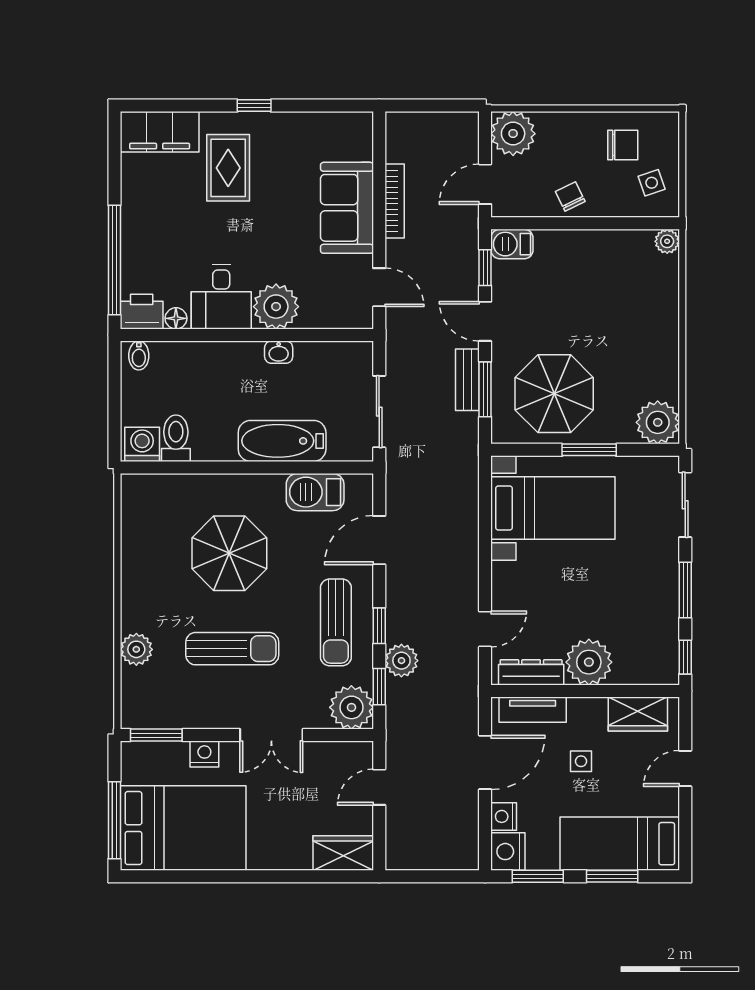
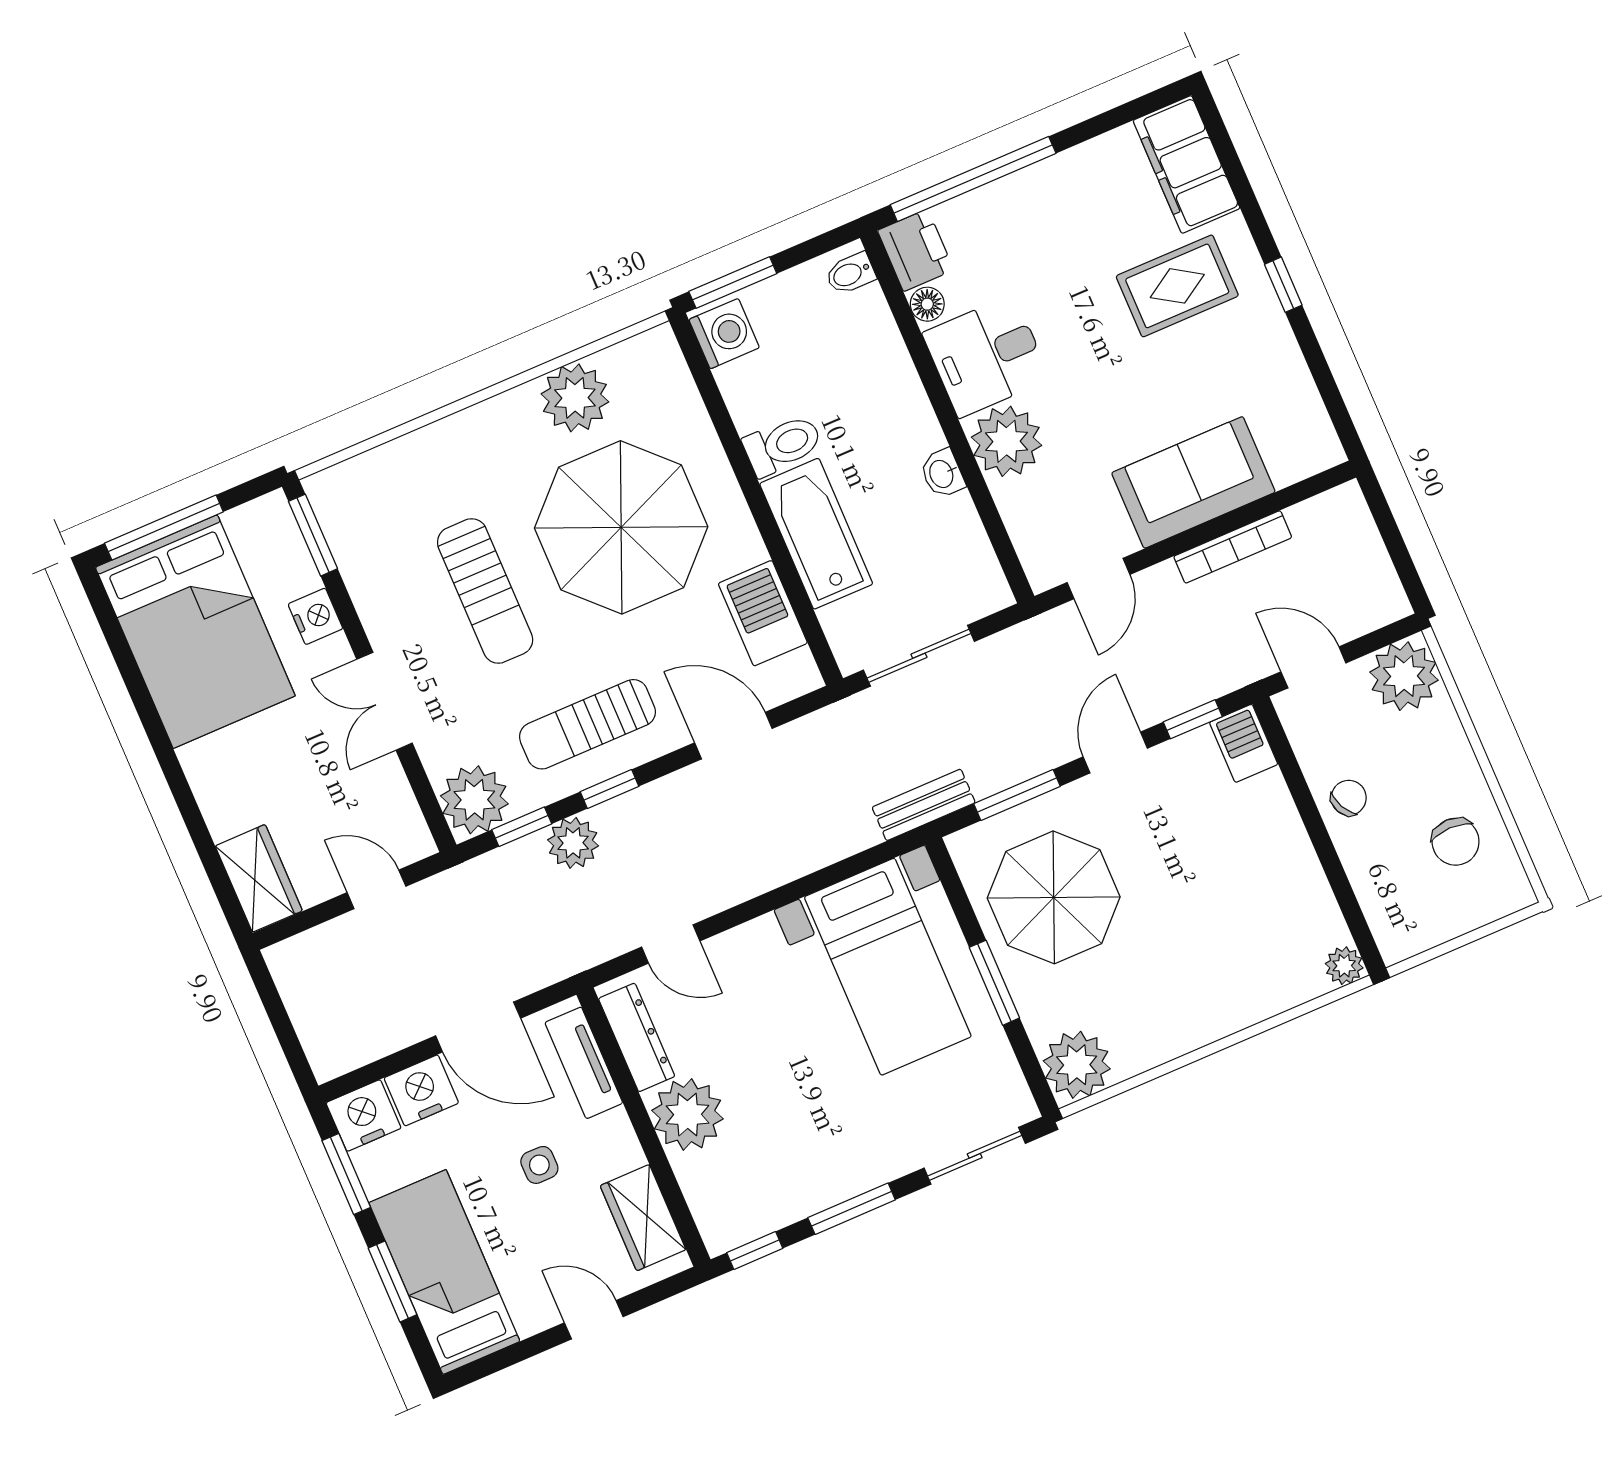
side table: (652, 183) -> (1419, 907), removed
bench: (467, 380) -> (924, 805), moved
window: (114, 426) -> (733, 282), added
toilet: (176, 438) -> (783, 445), moved
parasol: (229, 553) -> (621, 527), width x1.36, depth x1.36
plant: (136, 649) -> (575, 398), moved, width x1.36, depth x1.36
nightstand: (504, 816) -> (421, 1090), width x1.36, depth x1.33

